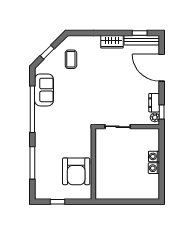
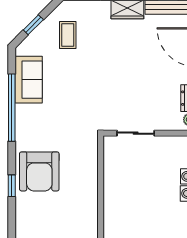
window: (32, 163) -> (12, 186), width x0.46
armchair: (76, 171) -> (39, 171), moved

